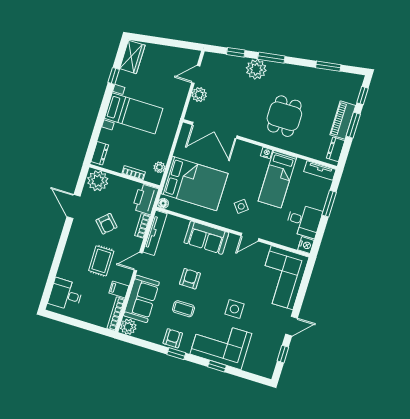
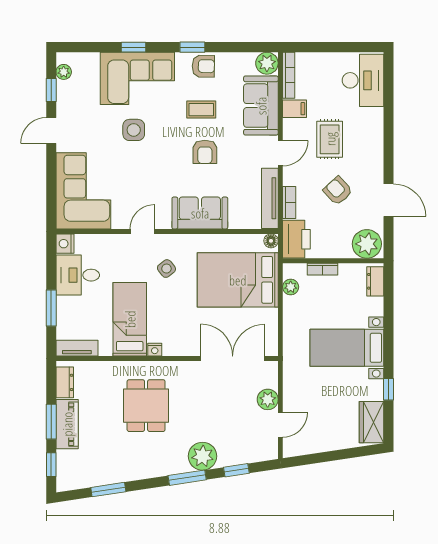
desk: (66, 295) -> (363, 80), width x1.37
armchair: (173, 338) -> (203, 66), turned -89
plant: (270, 364) -> (64, 72), added

